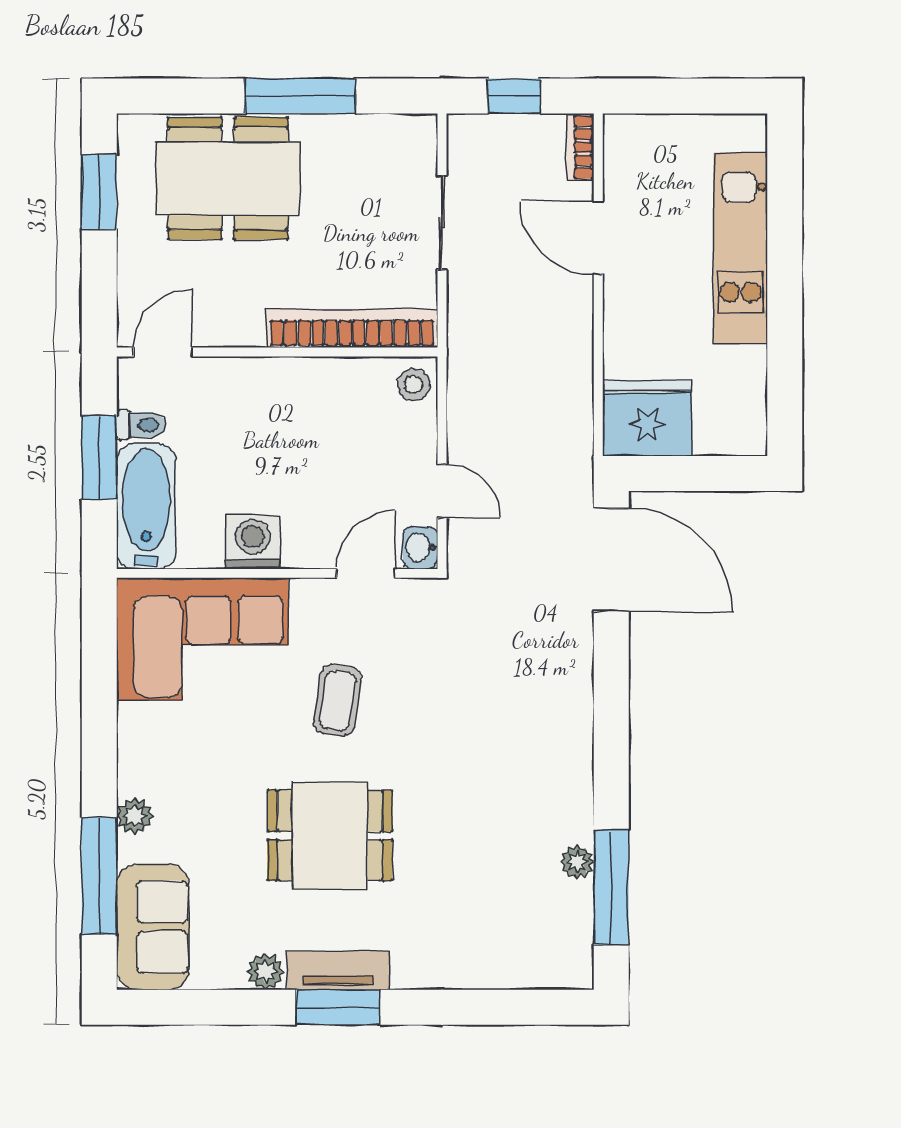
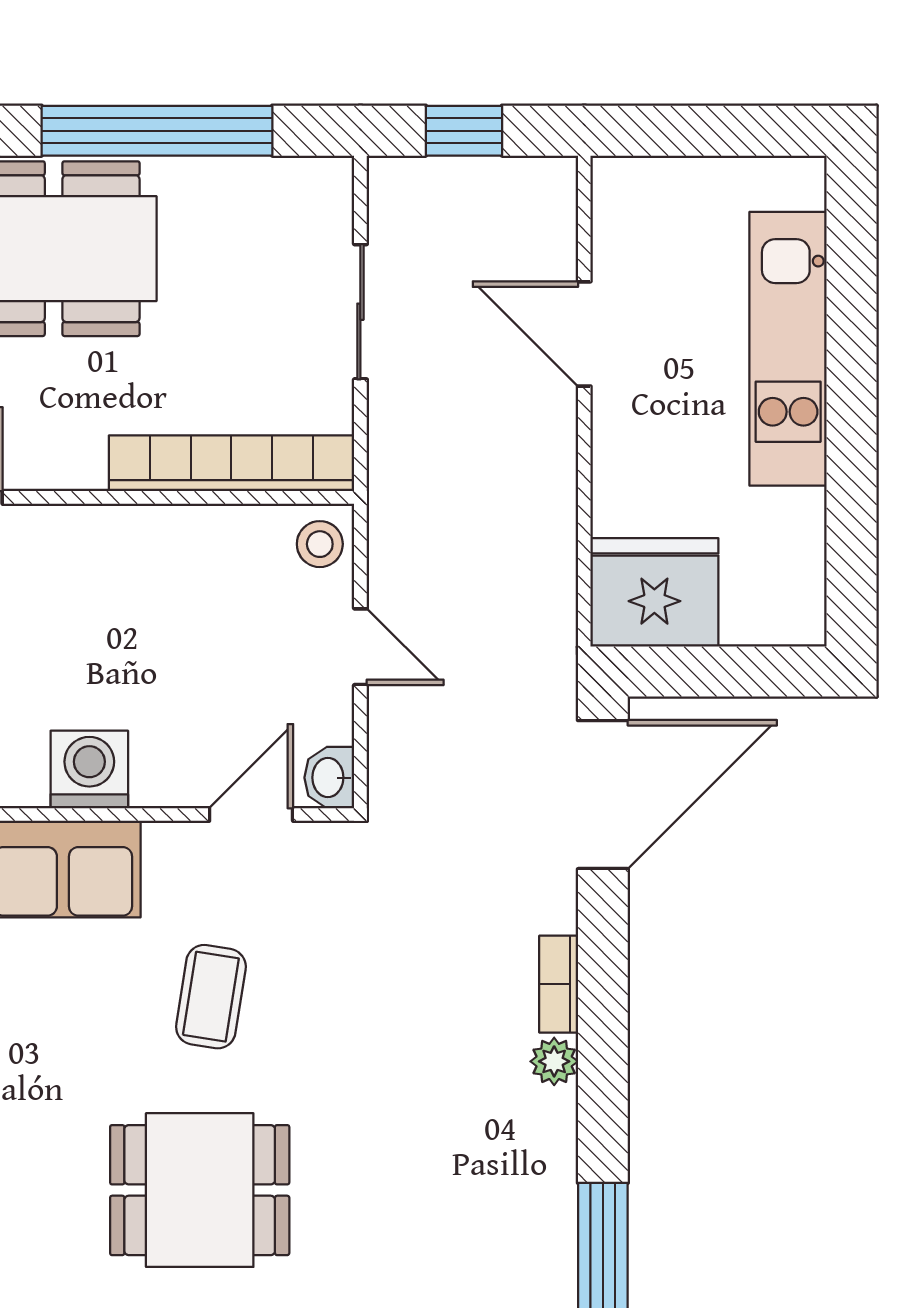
window: (300, 96) -> (157, 131), width x1.46
bookcase: (580, 147) -> (559, 984), moved
door: (442, 491) -> (360, 647), moved
door: (611, 559) -> (603, 795), hinge flipped
plant: (577, 862) -> (554, 1061), moved

